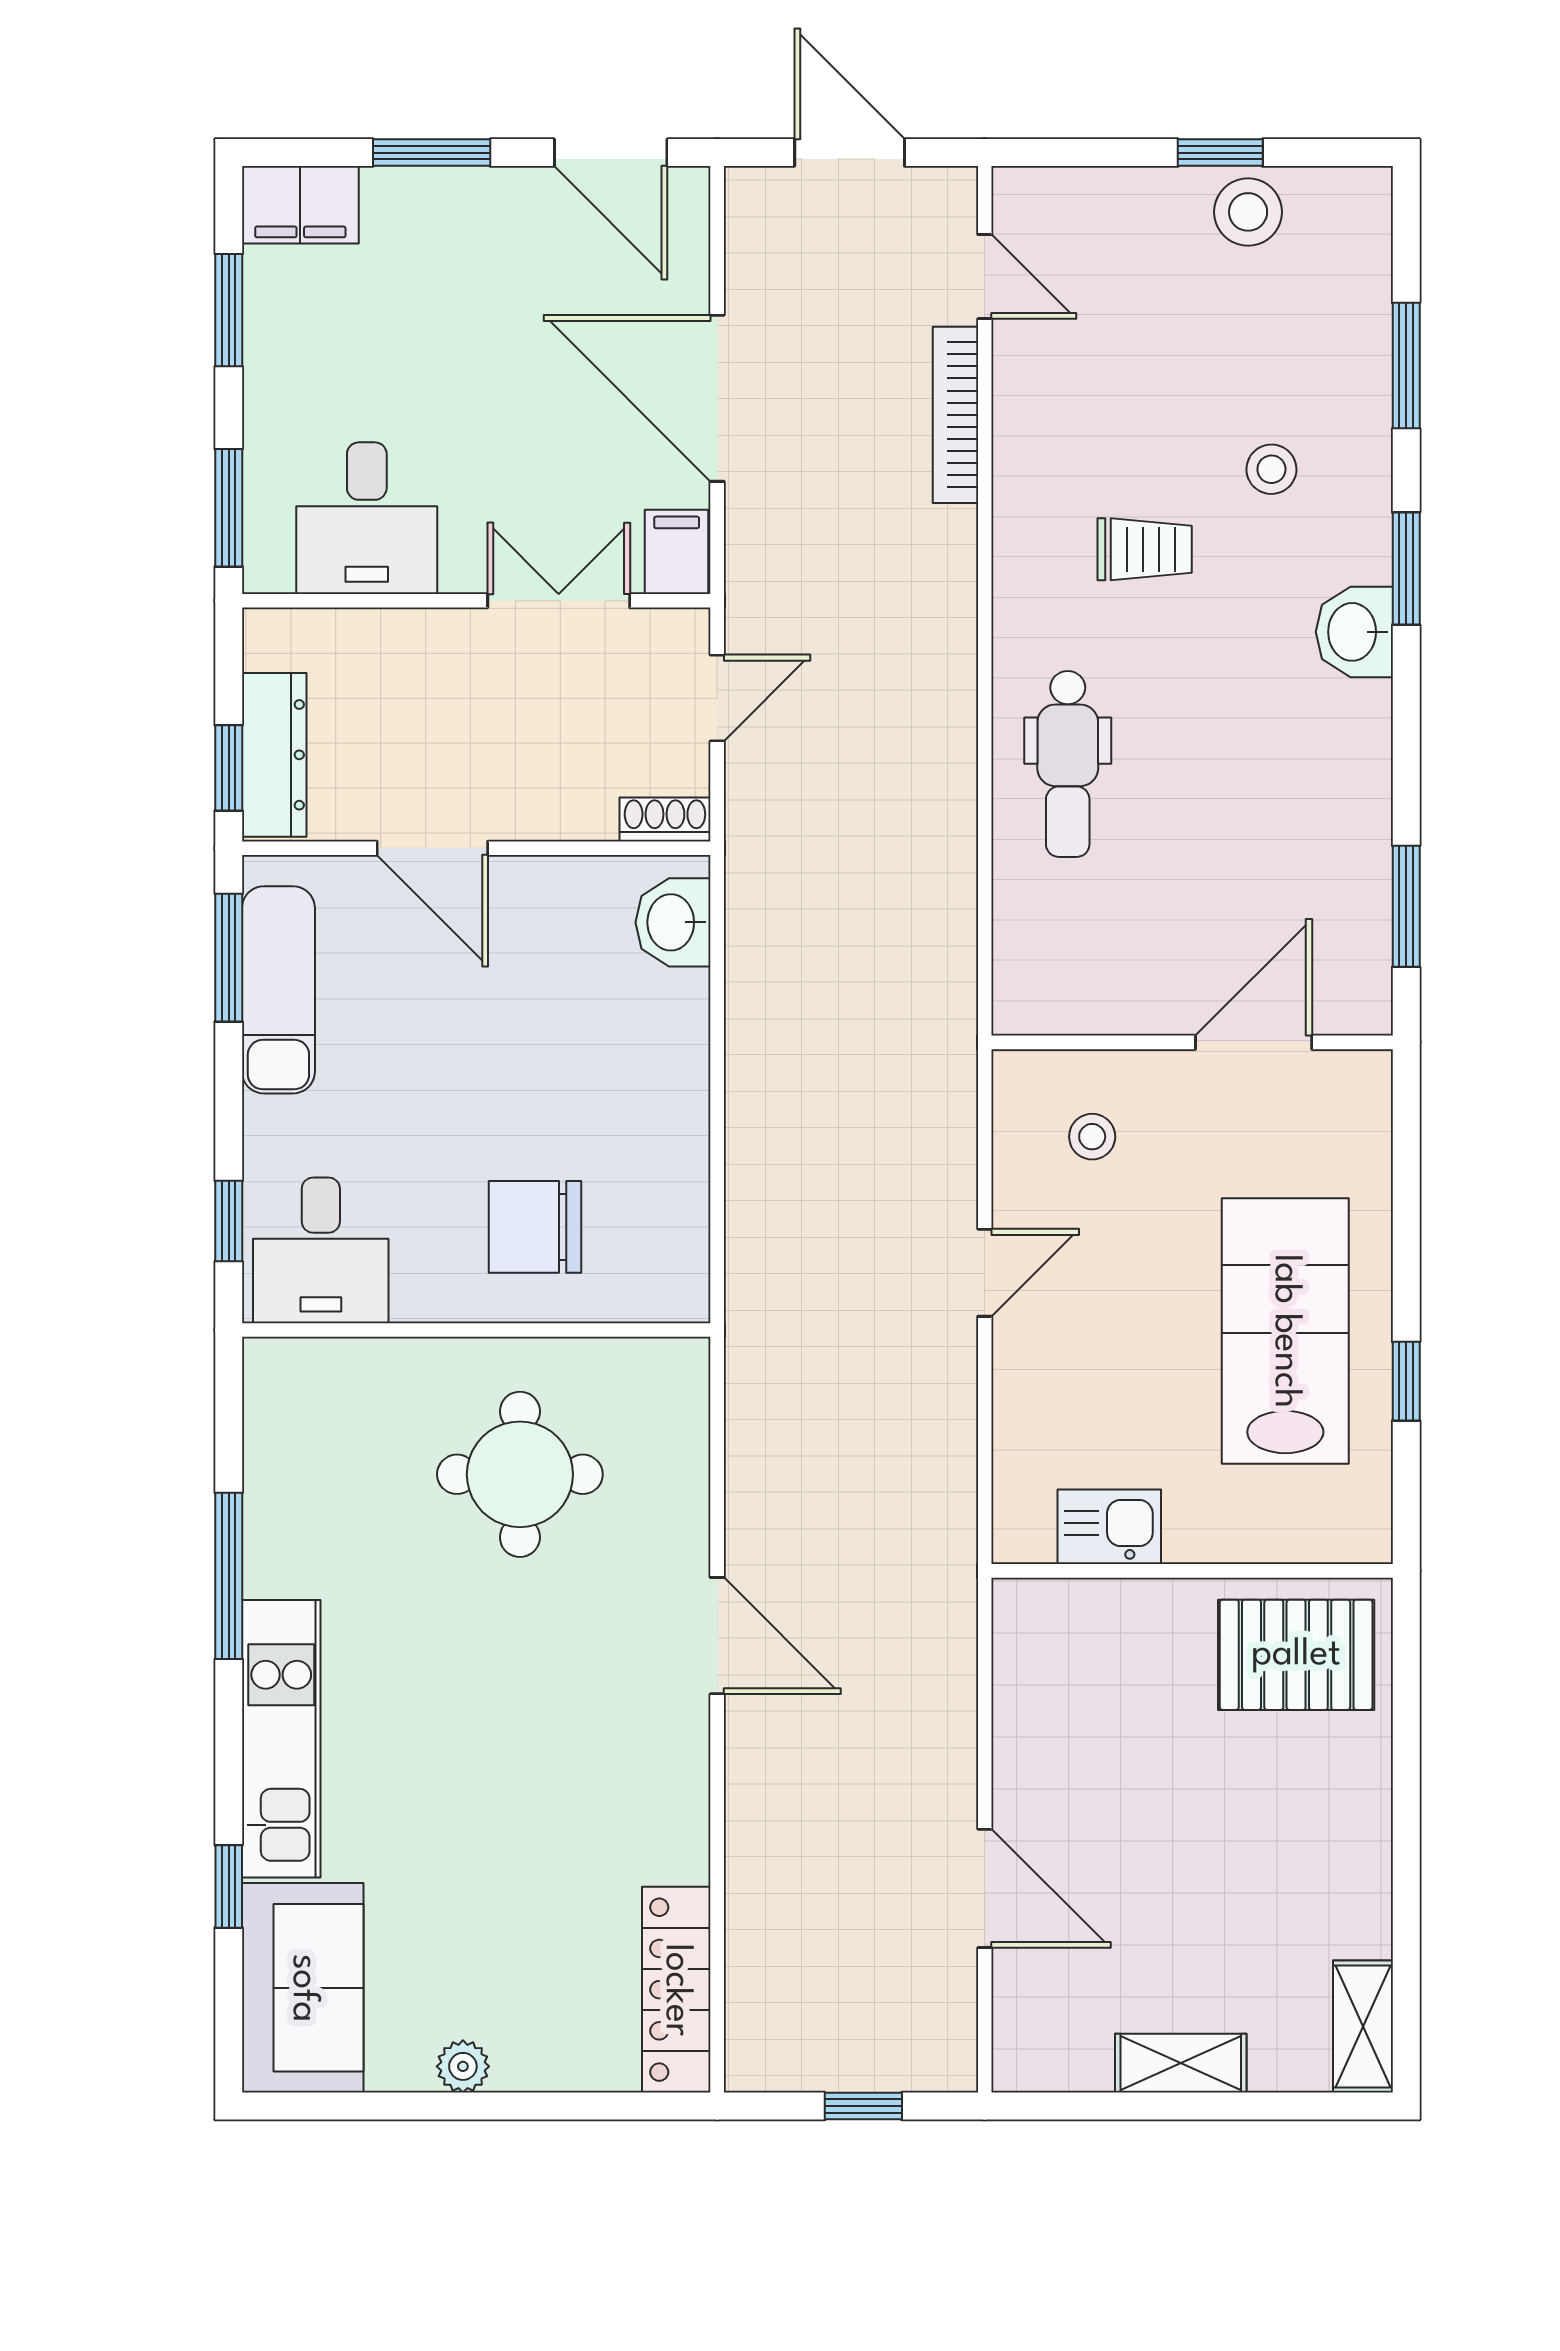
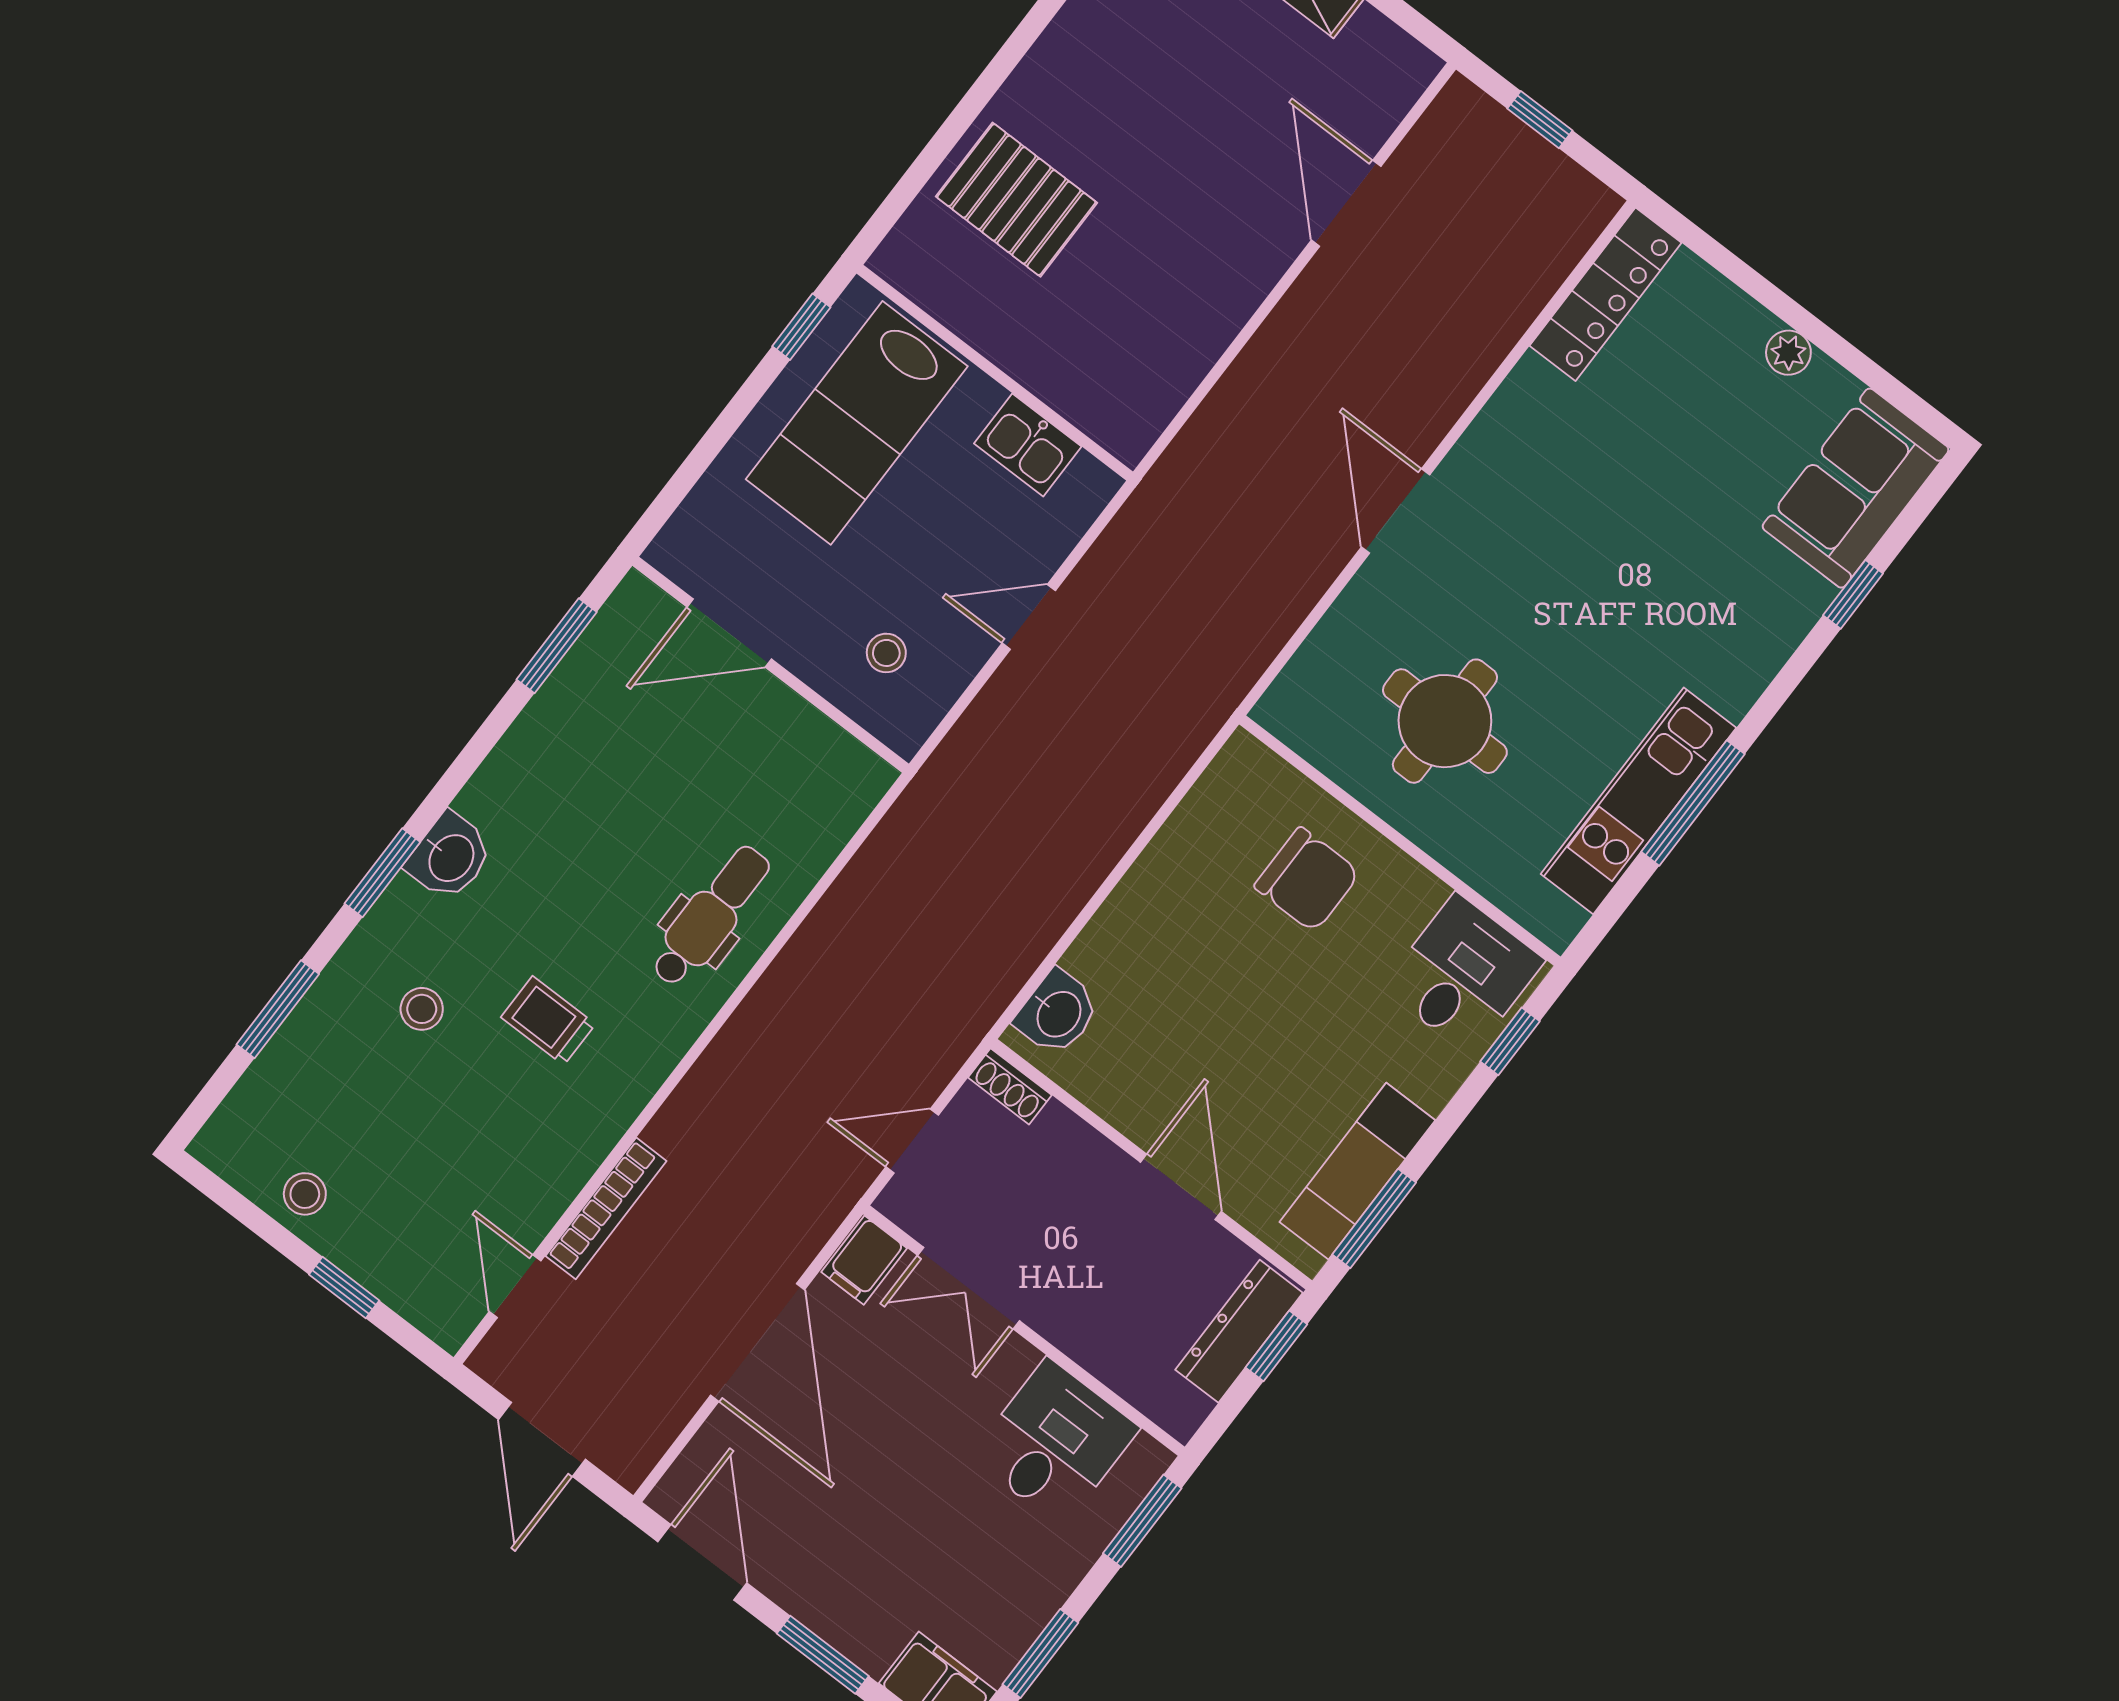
window: (1220, 153) -> (344, 1288), moved
stool: (1248, 212) -> (305, 1194), width x0.73, depth x0.73
kitchen sink: (1109, 1527) -> (1028, 445), moved
wall: (1192, 1571) -> (995, 373), moved
kitchen unit: (281, 1739) -> (1638, 801), moved

